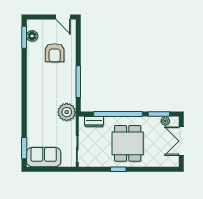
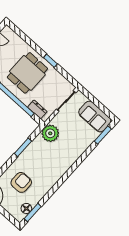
window: (78, 82) -> (23, 147), width x0.69

